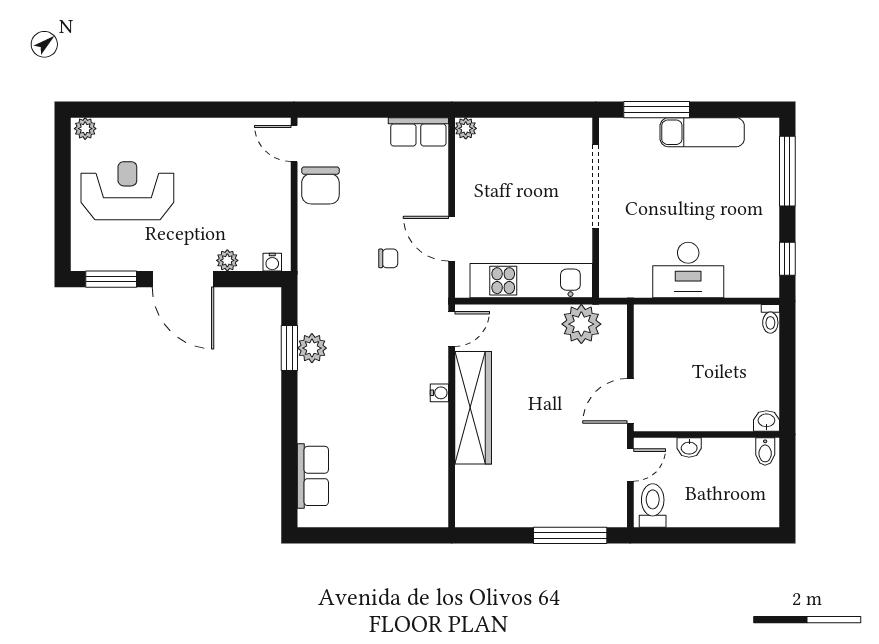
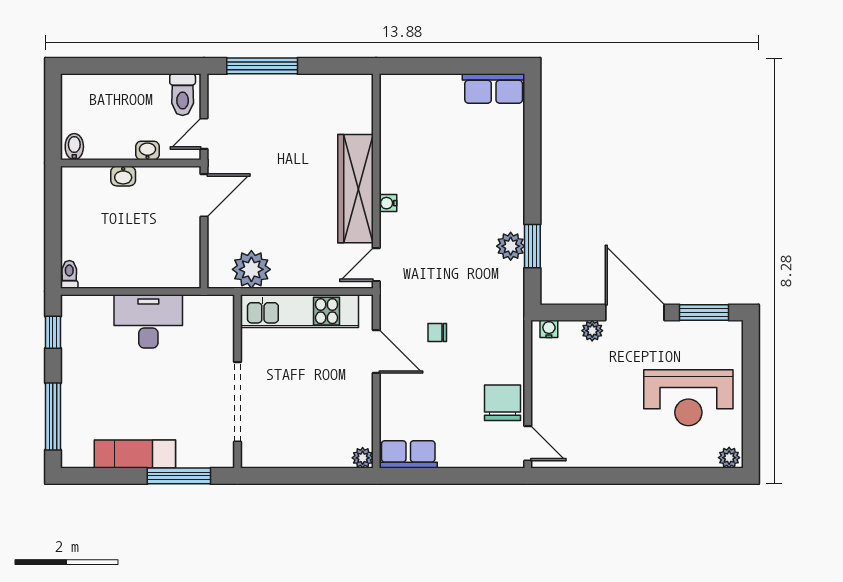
washbasin: (766, 421) -> (123, 176), moved
row of seats: (313, 476) -> (494, 88), moved, turned -90

